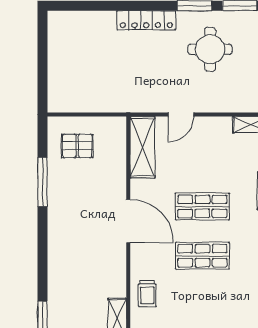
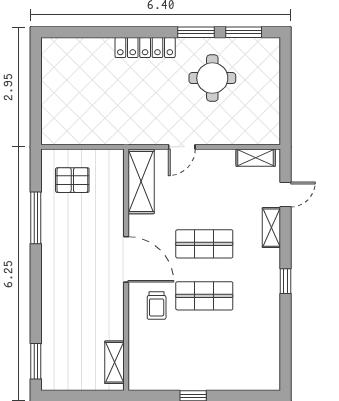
trolley: (147, 293) -> (157, 305), moved

